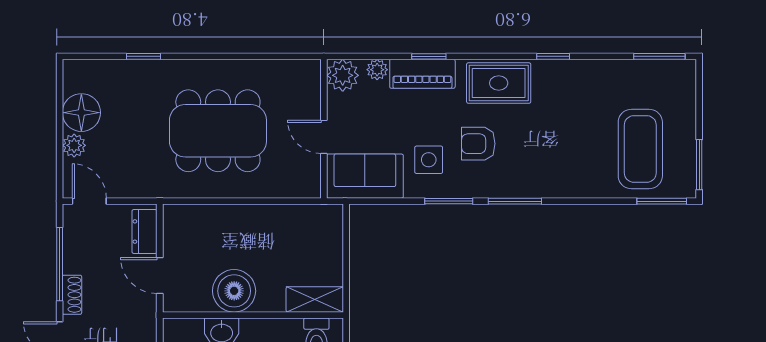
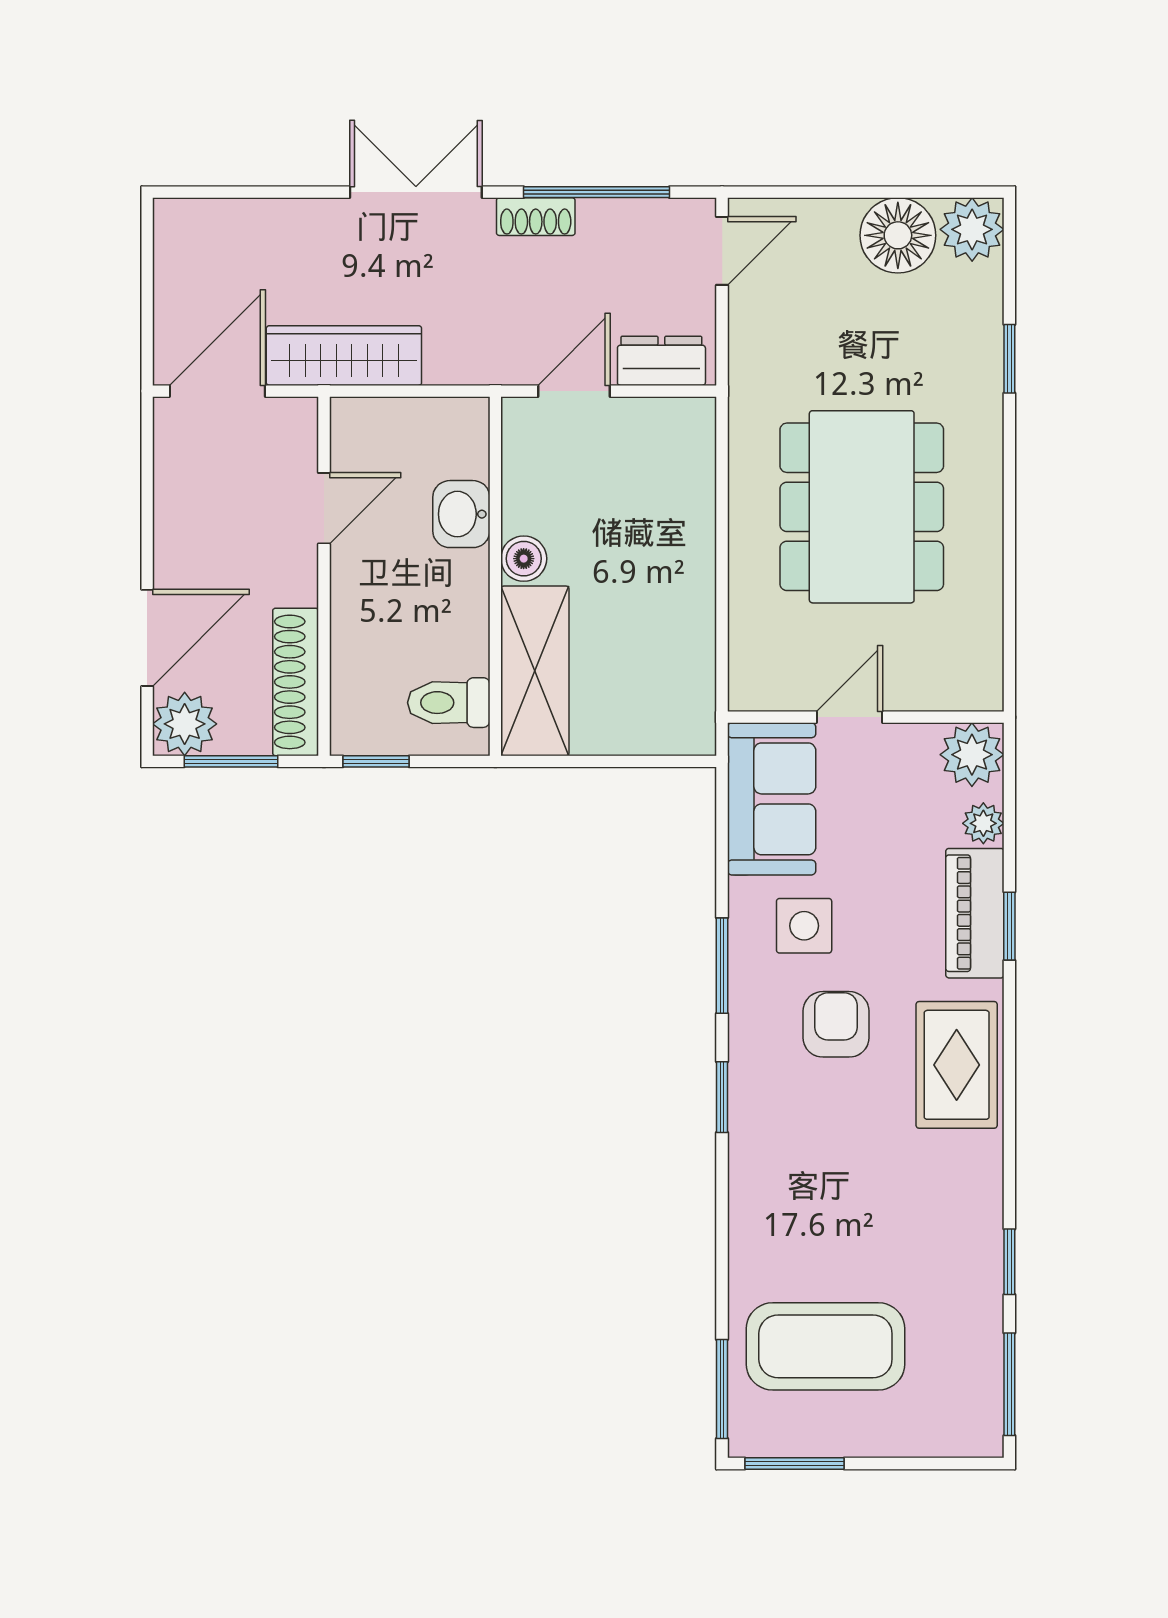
window: (553, 56) -> (1009, 1262), moved
plant: (74, 145) -> (972, 229), moved, width x1.38, depth x1.38
window: (515, 201) -> (722, 1097), width x0.67
boiler: (234, 291) -> (524, 559), width x0.54, depth x0.54
shelving: (315, 299) -> (535, 671), width x1.50, depth x1.33

